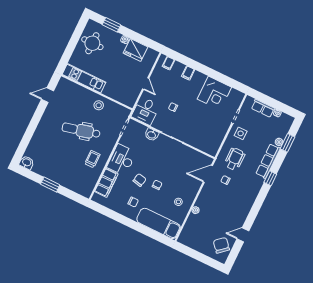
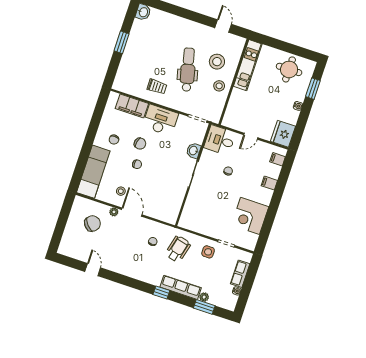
fridge: (135, 50) -> (283, 134), moved
stool: (78, 104) -> (217, 62), added
wheelchair: (235, 159) -> (178, 249), turned -76
door: (208, 174) -> (132, 212), moved
chair: (221, 245) -> (92, 223), moved

